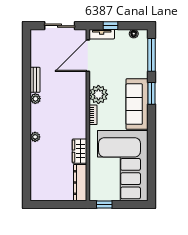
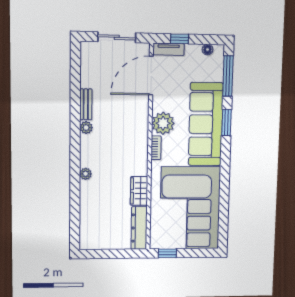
sofa: (137, 104) -> (206, 124), width x1.36, depth x1.27

